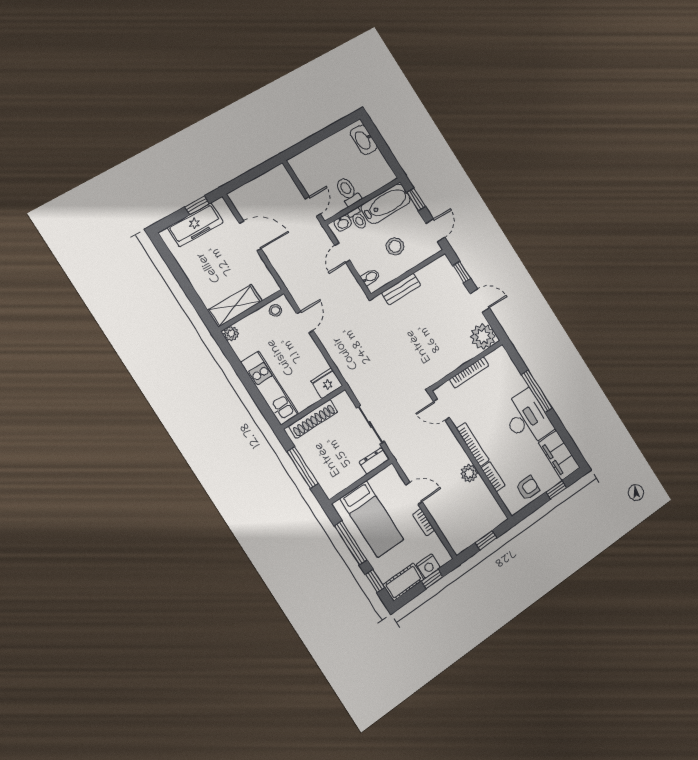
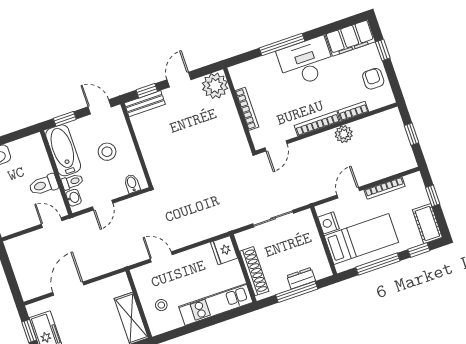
door: (342, 253) -> (103, 205), hinge flipped
bench: (401, 289) -> (145, 104), moved, turned 90
stool: (275, 310) -> (161, 305), moved
plant: (231, 334) -> (157, 328), removed
dresser: (374, 461) -> (301, 278), moved, turned 90
bookcase: (424, 522) -> (385, 188), width x1.56
nightstand: (428, 566) -> (329, 223), moved, turned 180

